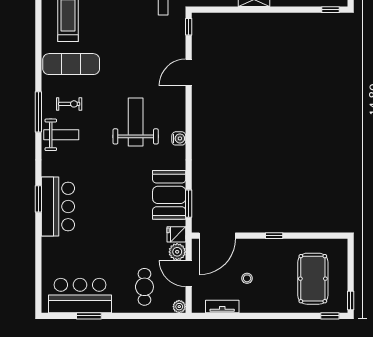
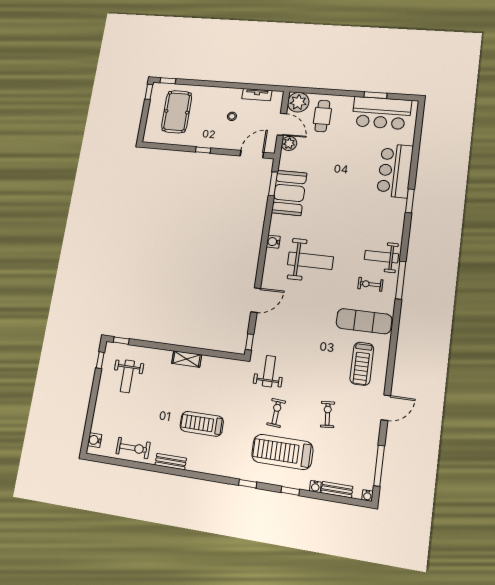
weight bench: (136, 122) -> (310, 261), turned -90
bar counter: (58, 207) -> (395, 171), moved
fridge: (176, 234) -> (288, 158), removed
door: (217, 236) -> (252, 154), width x0.73
plant: (179, 307) -> (298, 102), width x1.88, depth x1.88

